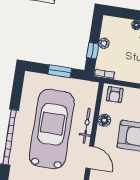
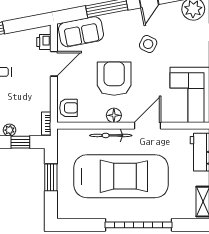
floor lamp: (104, 120) -> (114, 115), moved
car: (52, 129) -> (121, 176), turned 180

